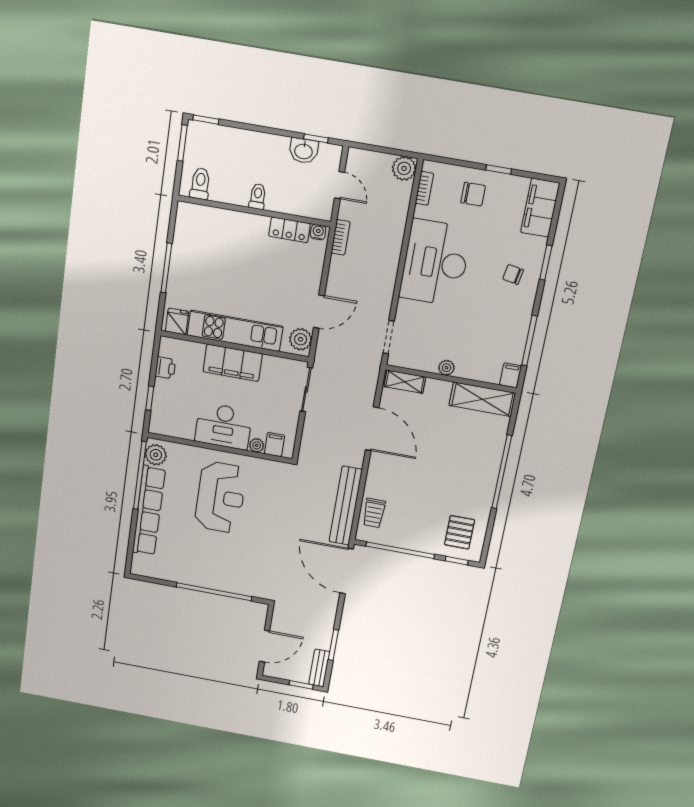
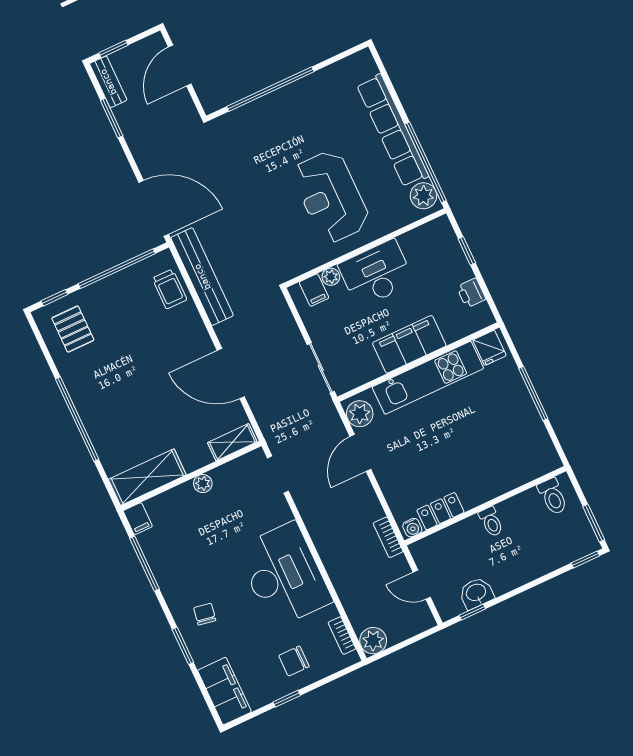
chair: (513, 274) -> (205, 614), turned -90
trolley: (374, 513) -> (169, 289), turned 180

